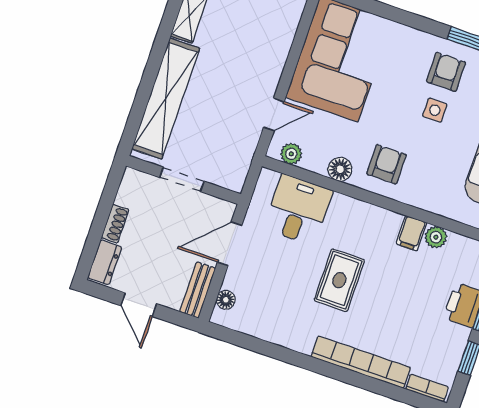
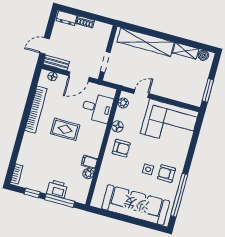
armchair: (446, 72) -> (167, 174), turned 180
door: (274, 115) -> (141, 94), swing flipped
doorway: (182, 179) -> (105, 62), moved
door: (230, 244) -> (79, 77), swing flipped
door: (139, 305) -> (45, 46), moved
bookcase: (361, 362) -> (36, 110), moved

